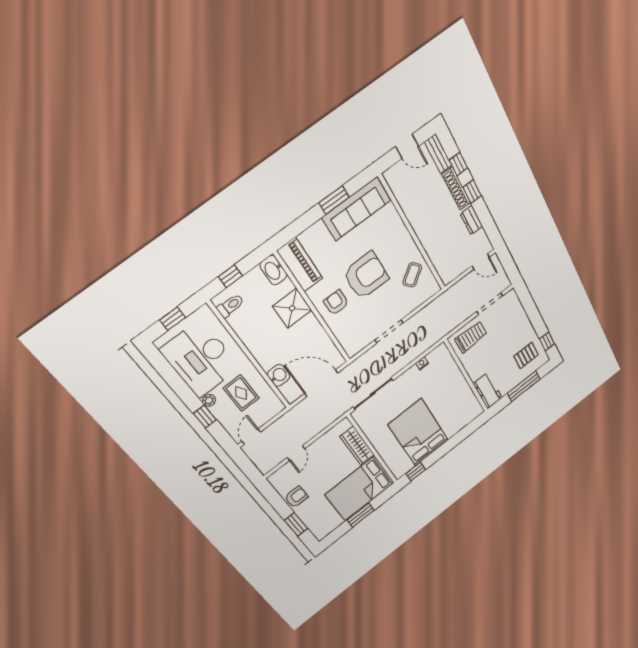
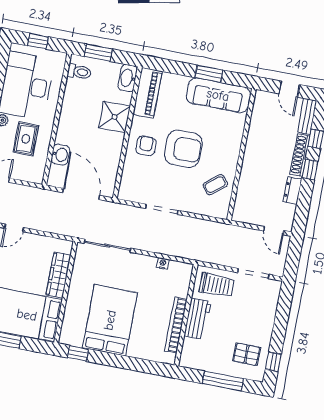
window: (230, 276) -> (98, 53), width x1.50
bookcase: (465, 389) -> (176, 325), added
workbench: (488, 391) -> (197, 319), moved

